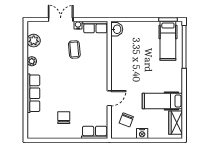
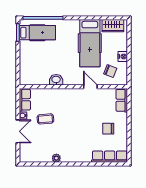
double door: (61, 20) -> (18, 131), swing flipped
washbasin: (117, 29) -> (56, 80), moved
plant: (34, 41) -> (37, 156), removed
row of seats: (33, 93) -> (110, 157), moved
hospital bed: (162, 101) -> (90, 43), width x1.37, depth x1.29

